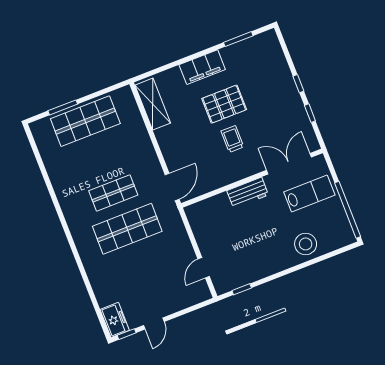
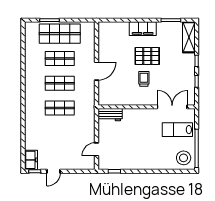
shelving: (153, 104) -> (189, 37), moved
shop shelf: (99, 157) -> (60, 58), added
door: (172, 187) -> (97, 71), moved
workbench: (248, 193) -> (110, 115), moved
lab bench: (309, 193) -> (177, 130), turned 180
shop shelf: (127, 229) -> (60, 108), width x0.70, depth x0.74
stool: (306, 244) -> (184, 158), moved

